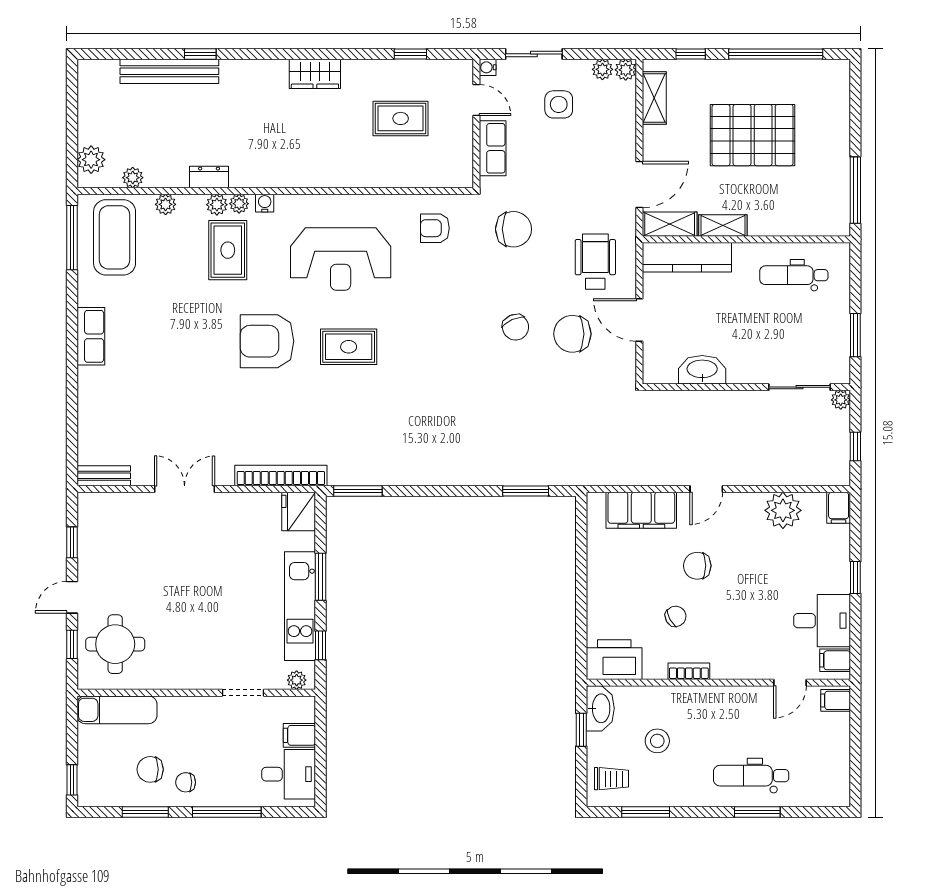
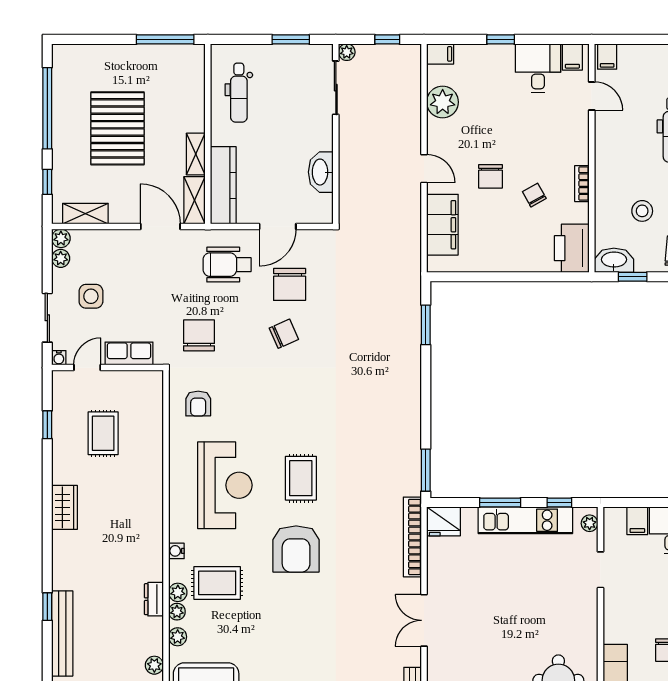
plant: (239, 204) -> (177, 612), moved

